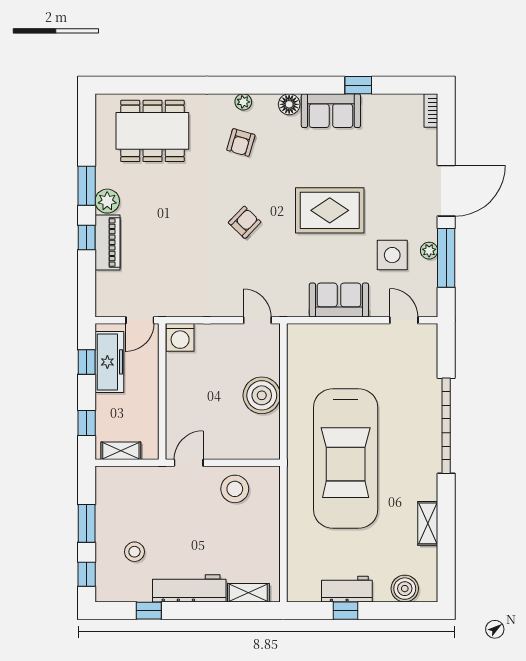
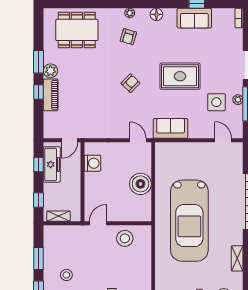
sofa: (331, 111) -> (194, 18), moved
sofa: (339, 300) -> (171, 128), moved
washing machine: (180, 337) -> (92, 163), moved, turned -90

